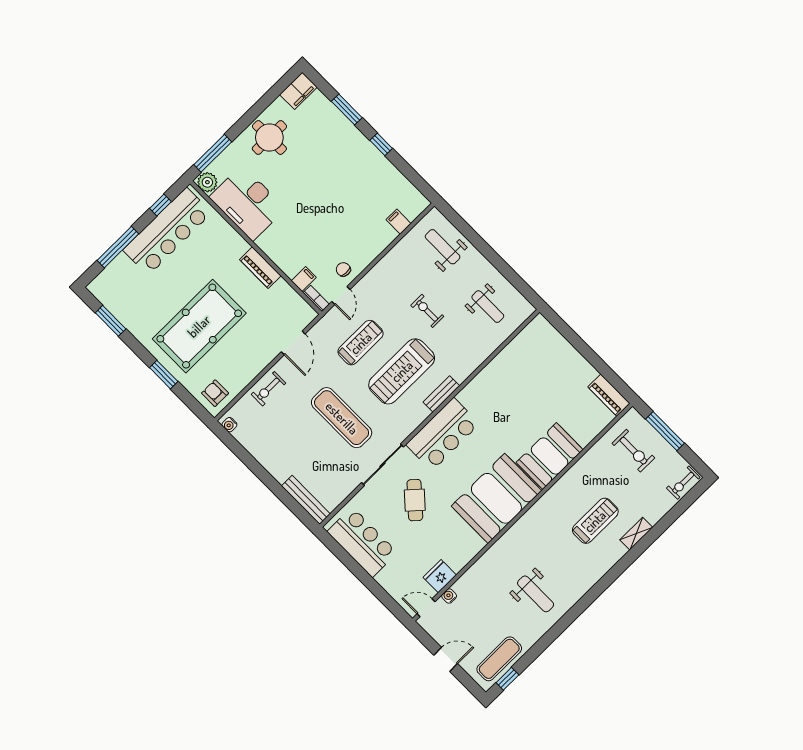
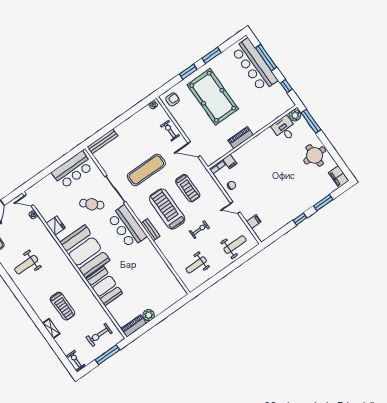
desk: (247, 203) -> (284, 129), width x0.53, depth x0.77
bar counter: (167, 231) -> (255, 65), moved
door: (341, 296) -> (235, 208), moved
window: (111, 321) -> (211, 55), moved
plant: (586, 373) -> (149, 315), added
fridge: (440, 576) -> (56, 226), moved
door: (426, 608) -> (29, 200), swing flipped

